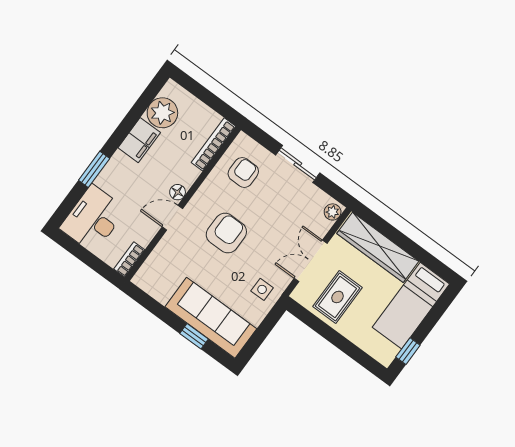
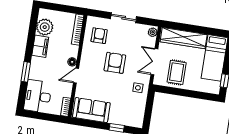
armchair: (226, 233) -> (115, 63), moved
sofa: (211, 318) -> (91, 110), moved, width x0.73

